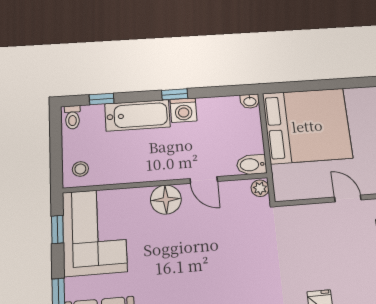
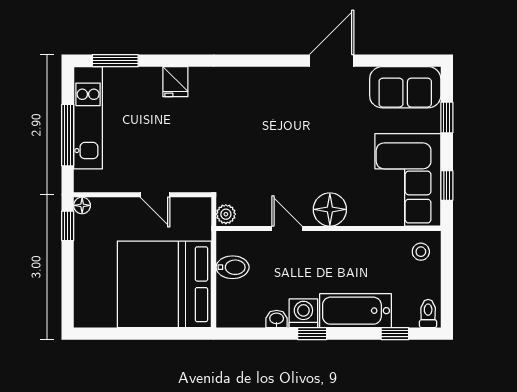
washbasin: (250, 101) -> (277, 319), moved
bidet: (251, 165) -> (233, 267), moved
door: (348, 199) -> (155, 195), moved

